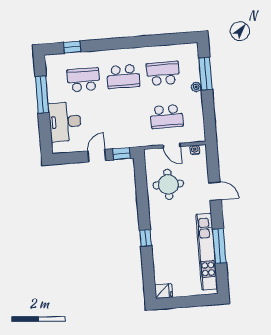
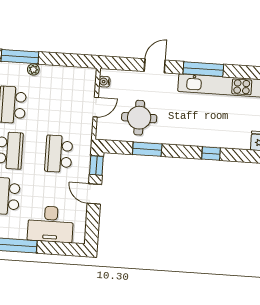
school desk: (166, 117) -> (59, 154), moved, turned 180
window: (142, 195) -> (147, 149), added
window: (146, 238) -> (211, 154), moved
window: (219, 246) -> (203, 69), moved

